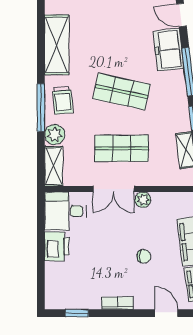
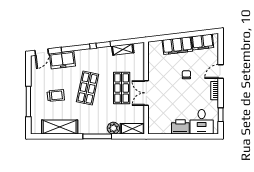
trolley: (63, 100) -> (56, 95), moved
double door: (113, 189) -> (146, 93), swing flipped
plant: (143, 200) -> (152, 75), removed
desk: (65, 211) -> (202, 122), moved
door: (166, 313) -> (221, 72), moved

